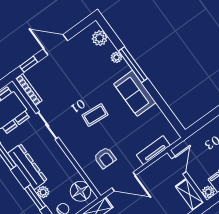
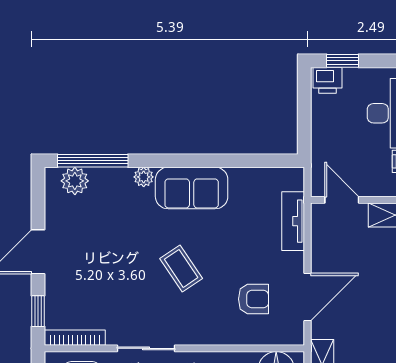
plant: (116, 57) -> (144, 177), moved
window: (133, 65) -> (93, 161), moved
coffee table: (95, 115) -> (181, 268), turned -39

